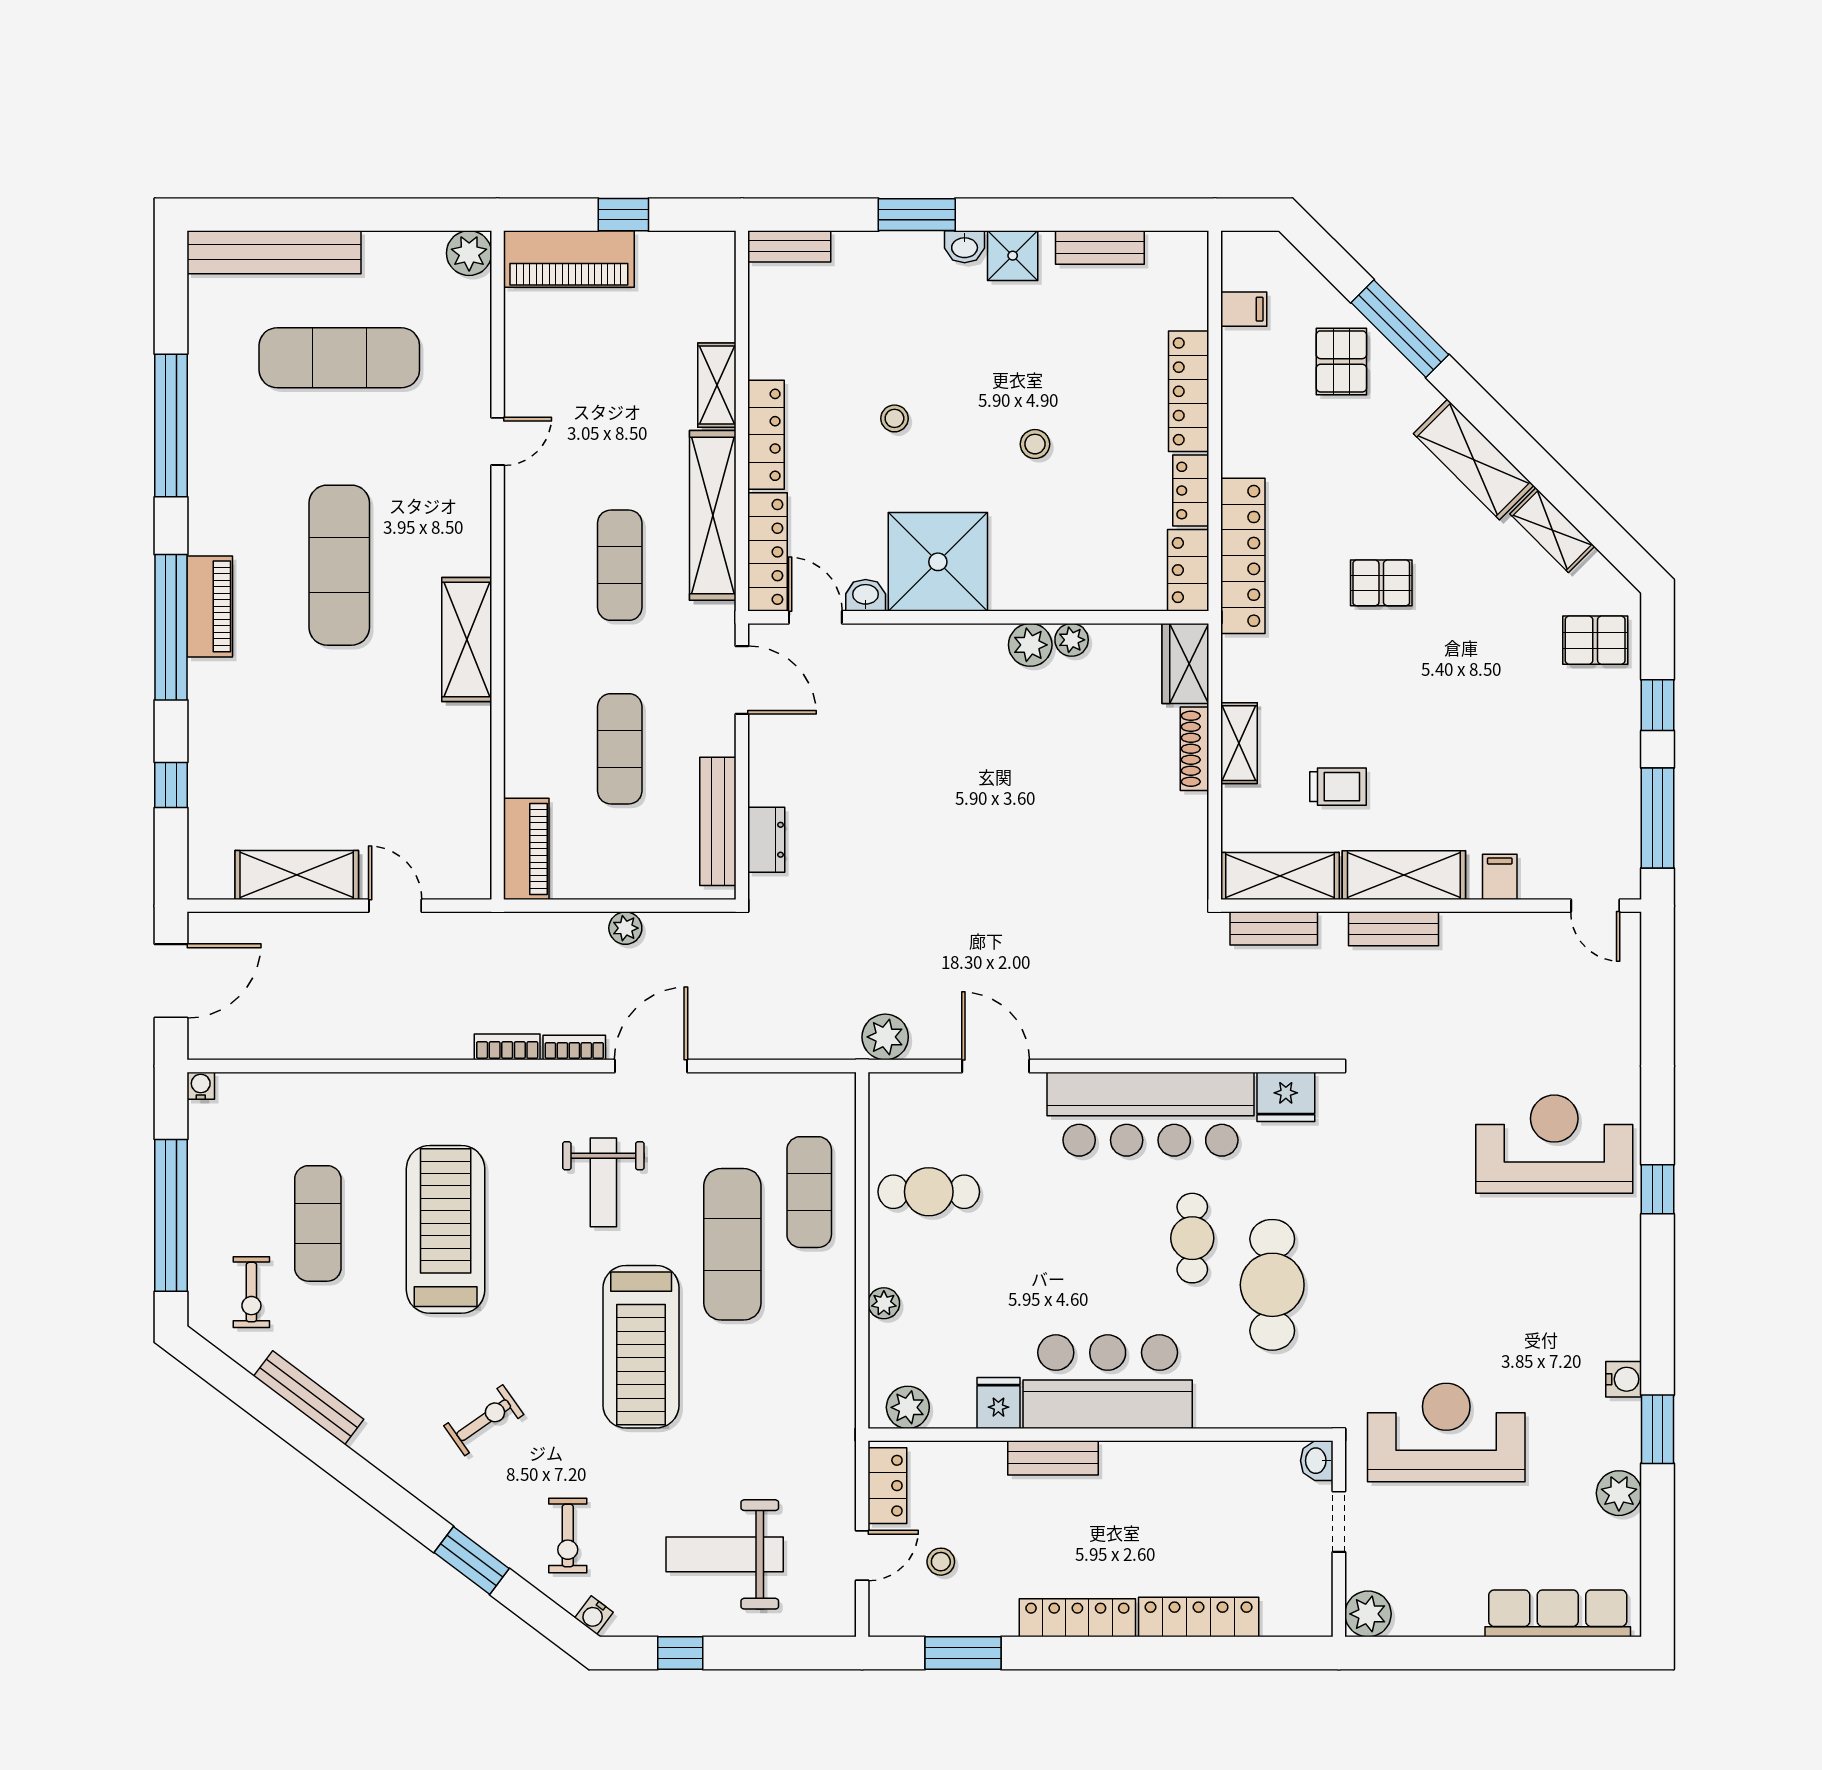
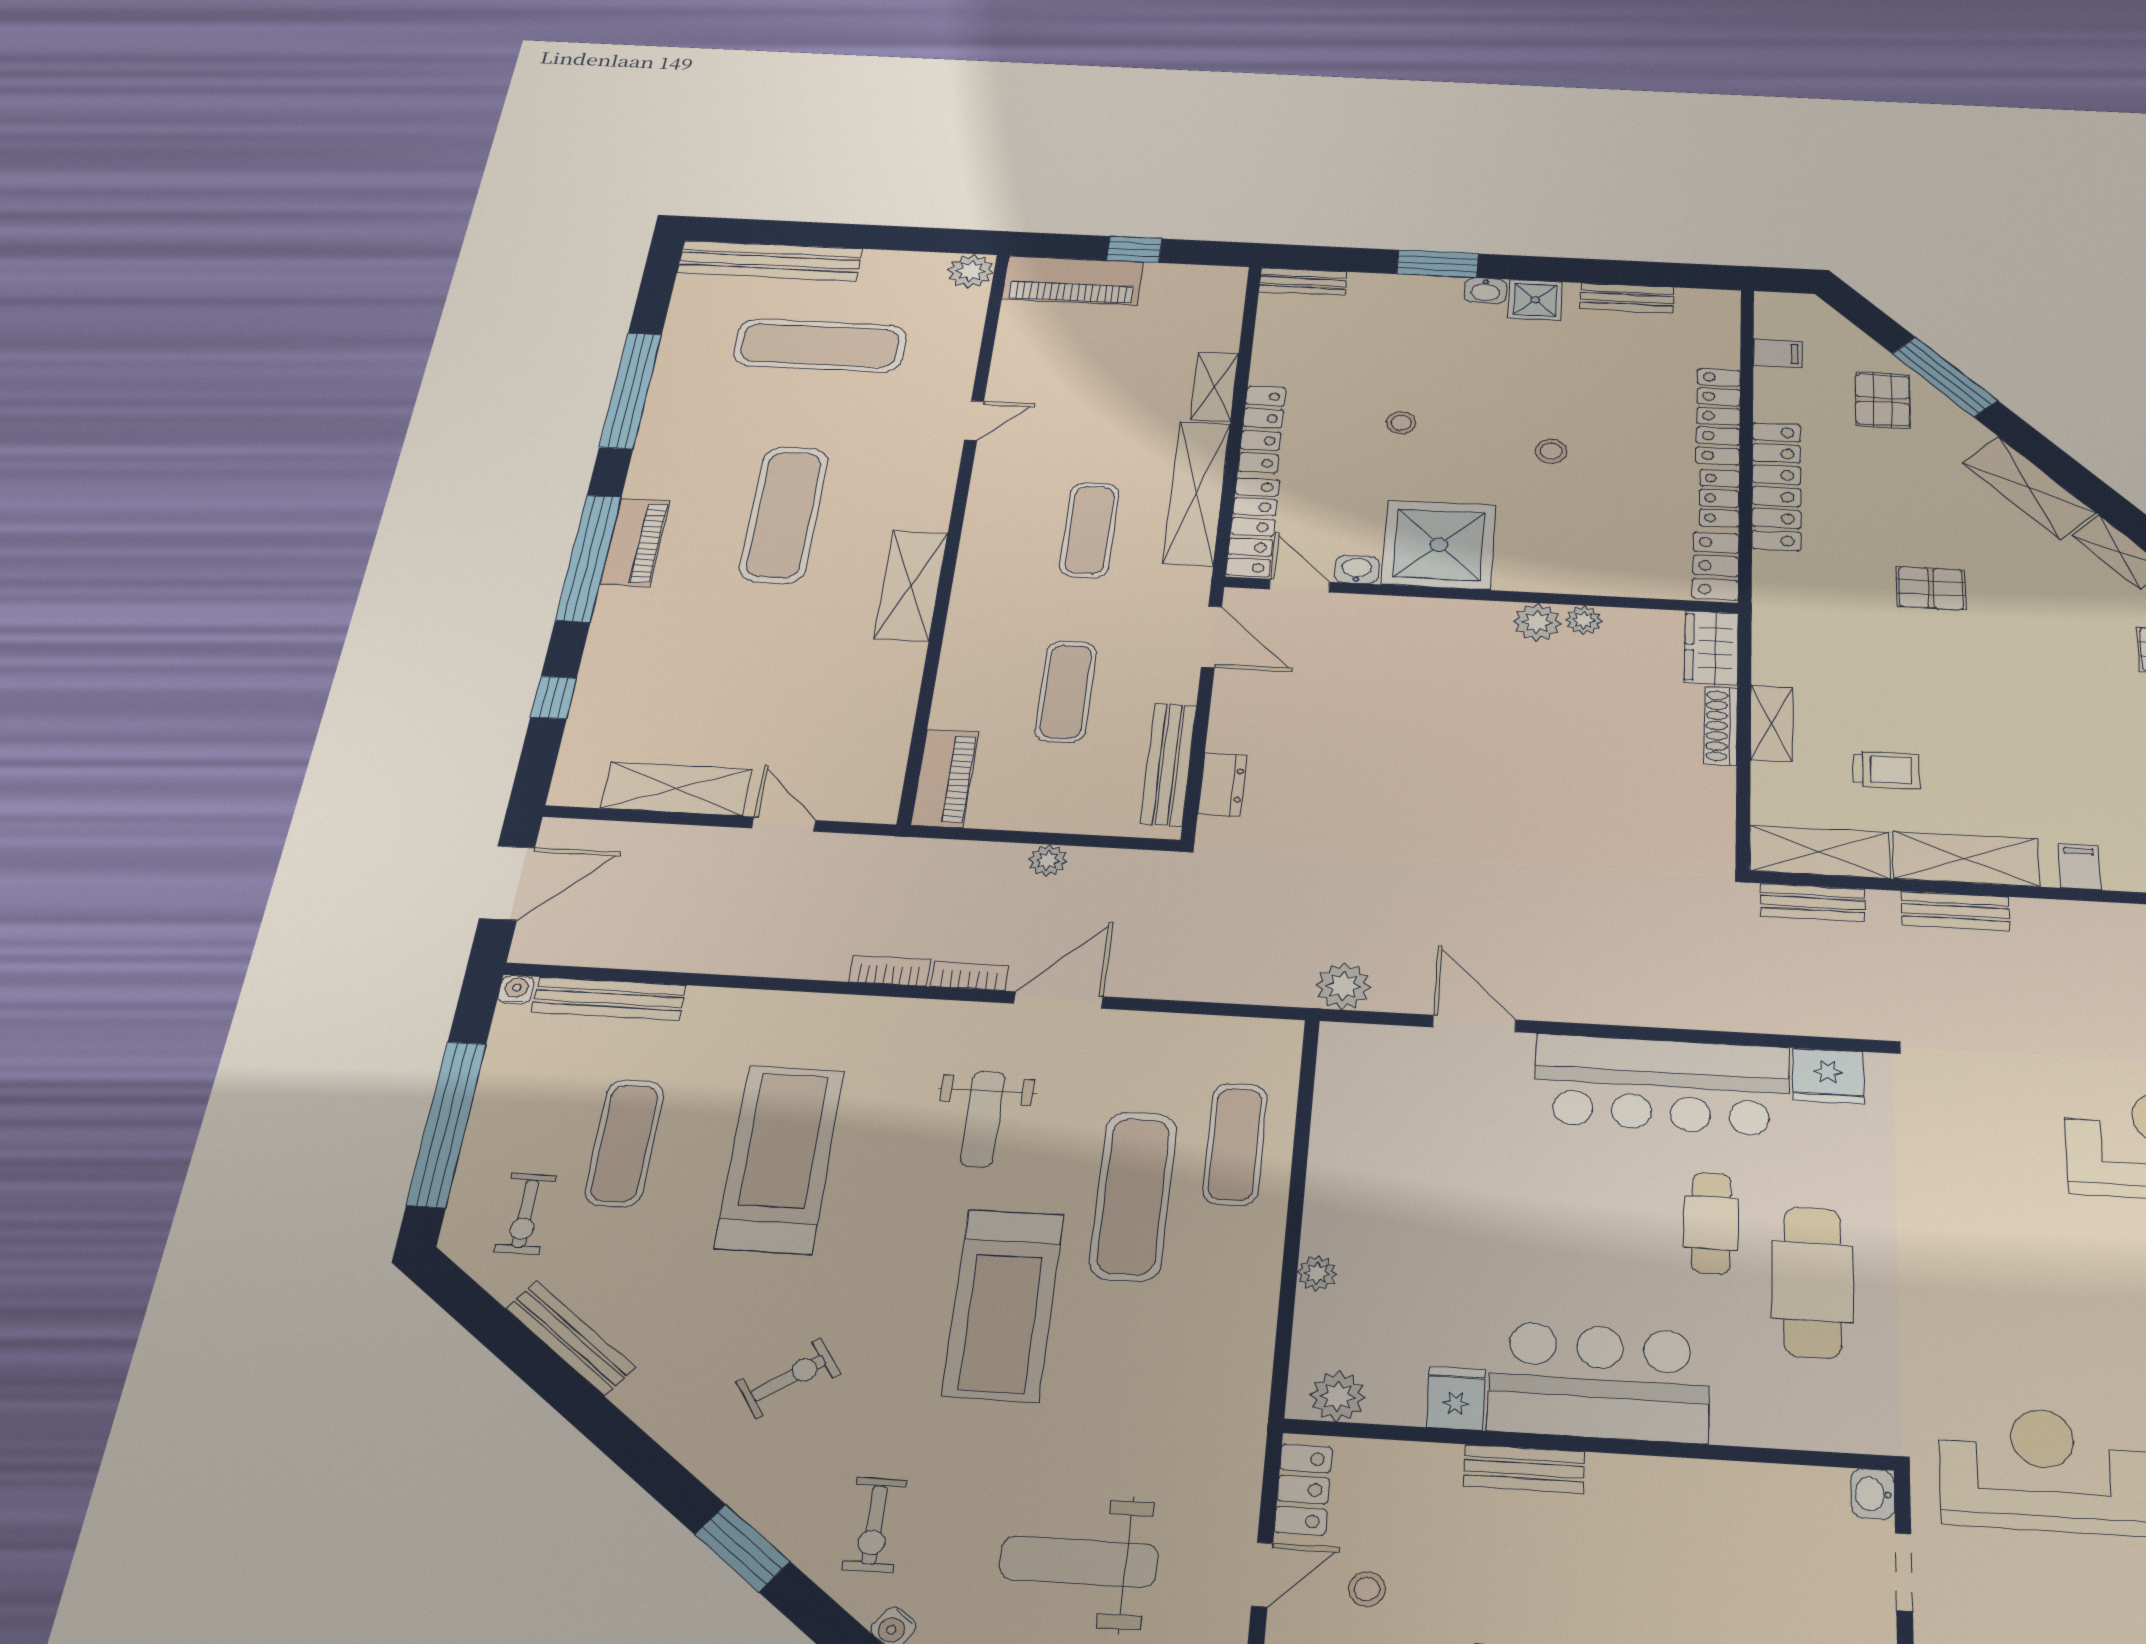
locker: (1243, 556) -> (1776, 486), moved
bench: (279, 1089) -> (609, 999), added
cafe table: (929, 1192) -> (1383, 1152), removed

